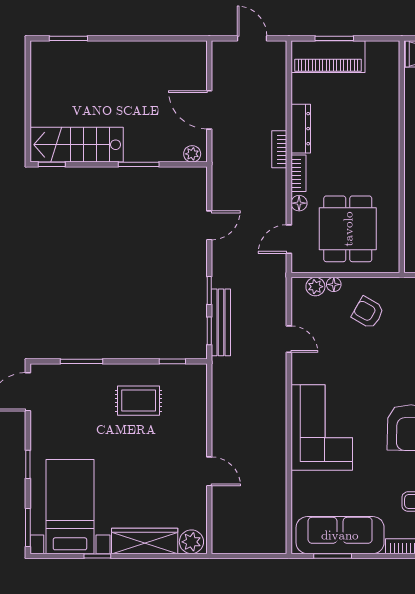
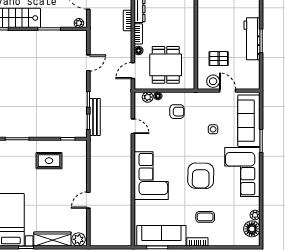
armchair: (368, 313) -> (177, 112), turned 150
door: (209, 471) -> (88, 200), swing flipped

